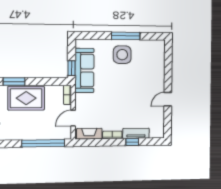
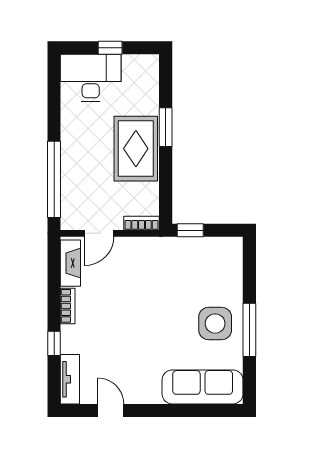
sofa: (84, 70) -> (203, 387), moved, turned 180
door: (168, 99) -> (111, 411), moved
door: (73, 118) -> (99, 233), swing flipped
tv unit: (136, 133) -> (70, 379), moved

